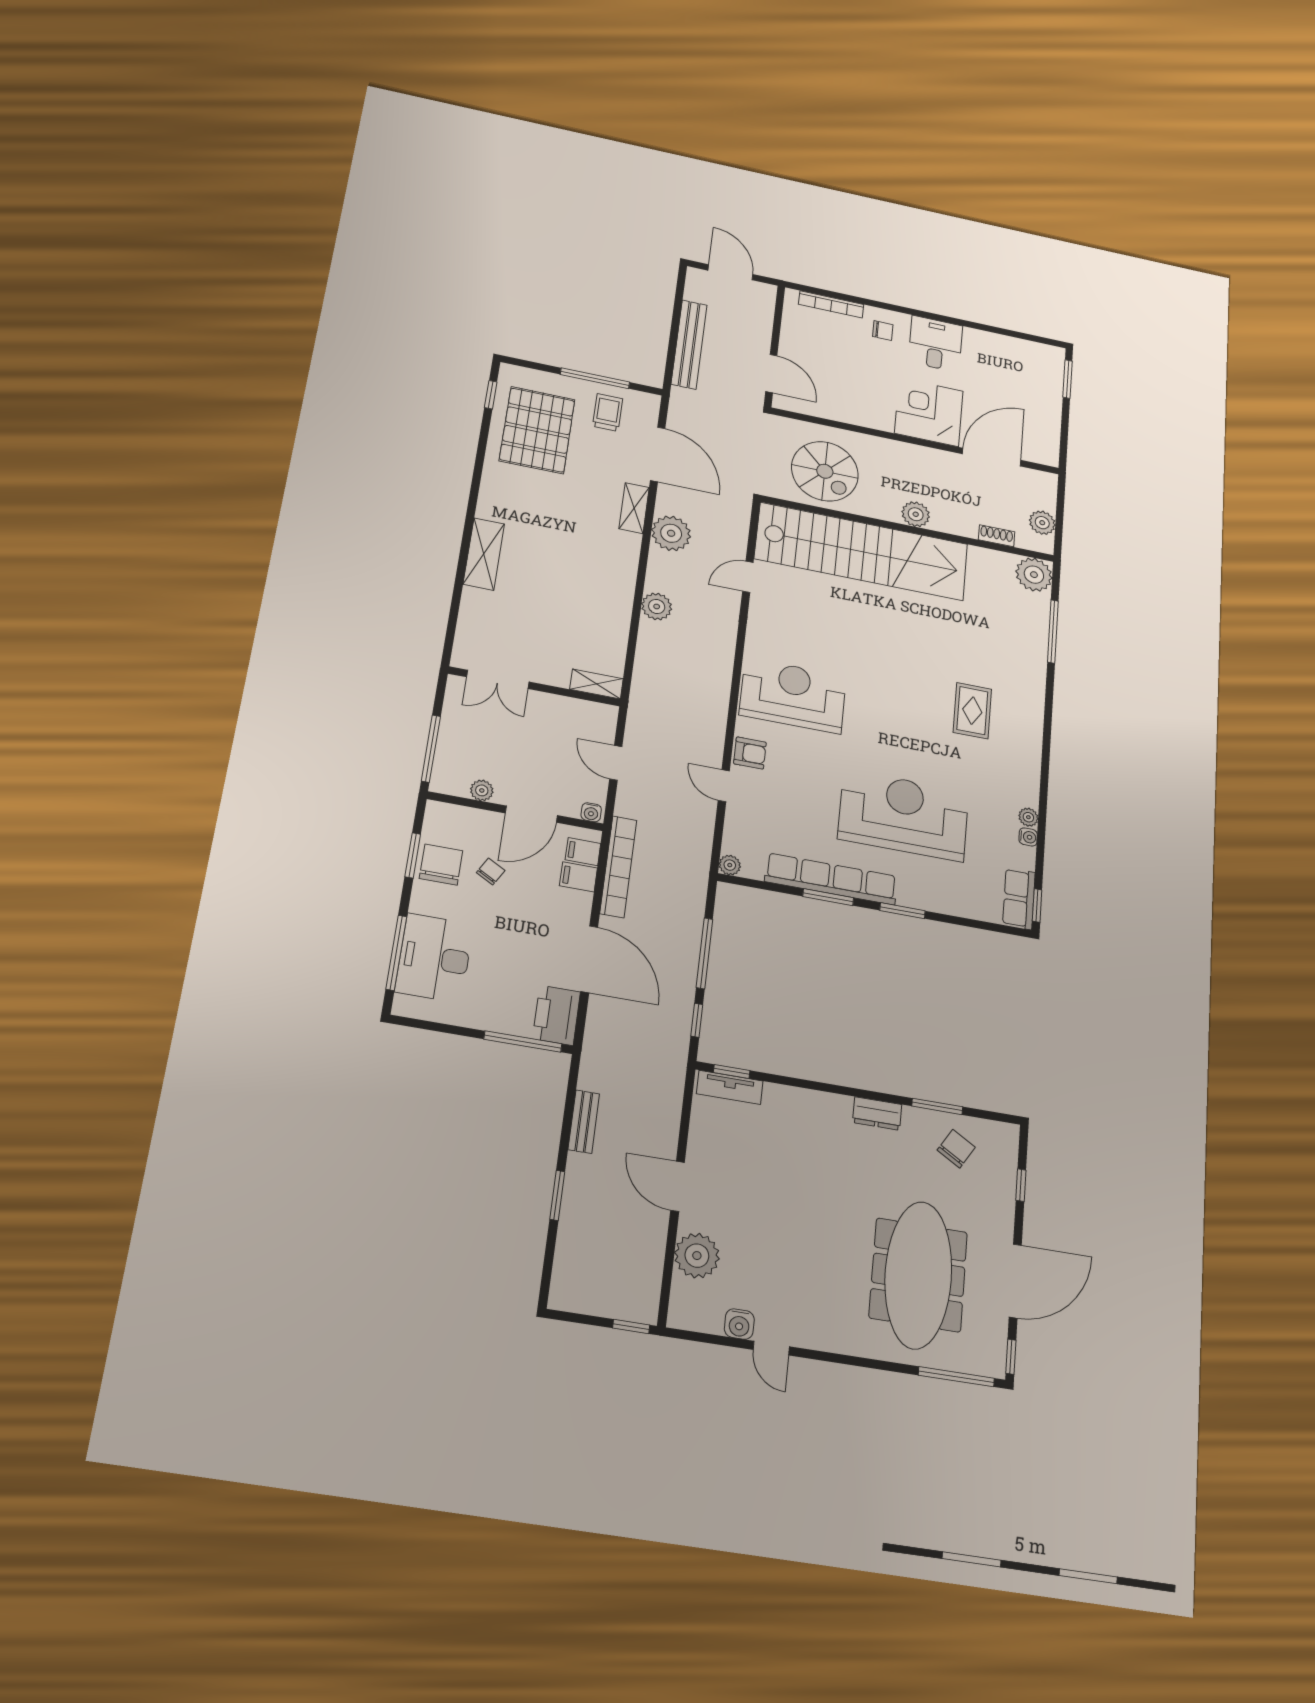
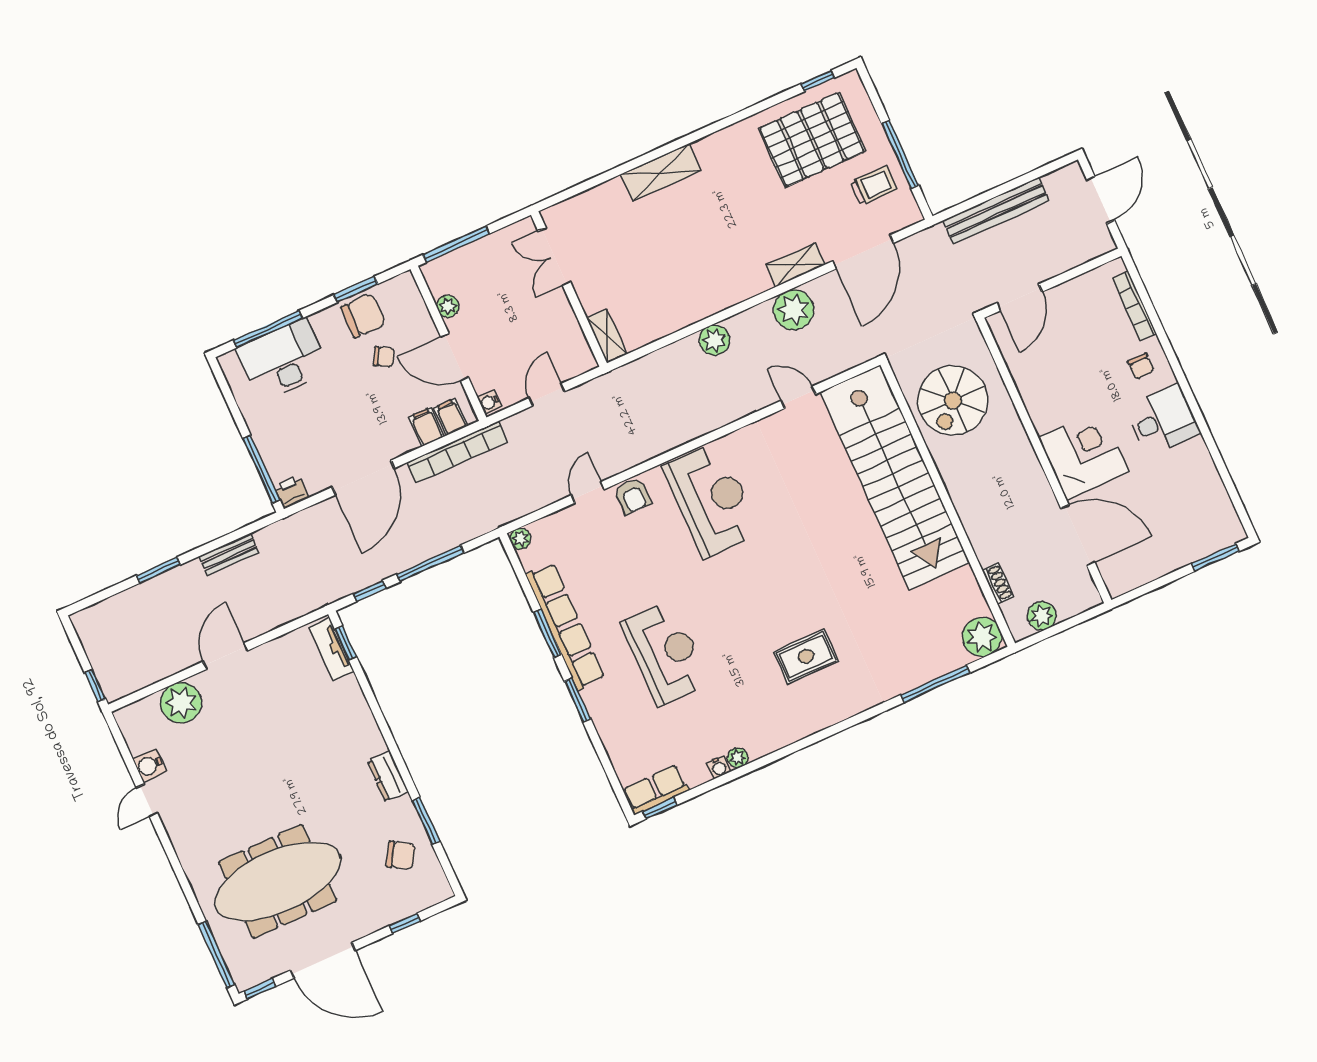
plant: (916, 514) -> (967, 502), removed
reception desk: (903, 815) -> (665, 653), width x0.74, depth x0.77
printer: (557, 1015) -> (291, 492), width x0.53, depth x0.68

